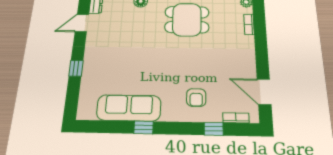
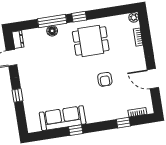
door: (264, 92) -> (153, 79), moved
armchair: (196, 98) -> (105, 79), moved

